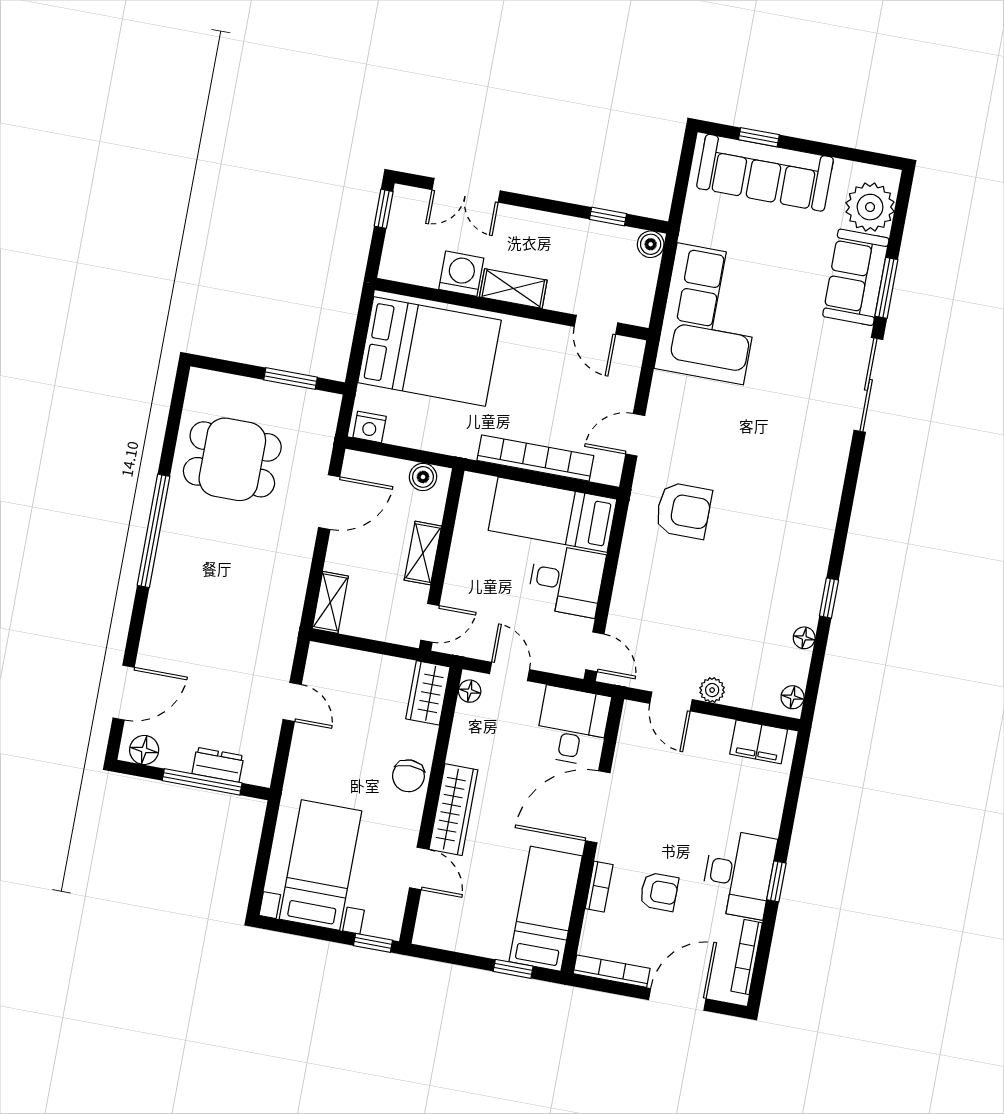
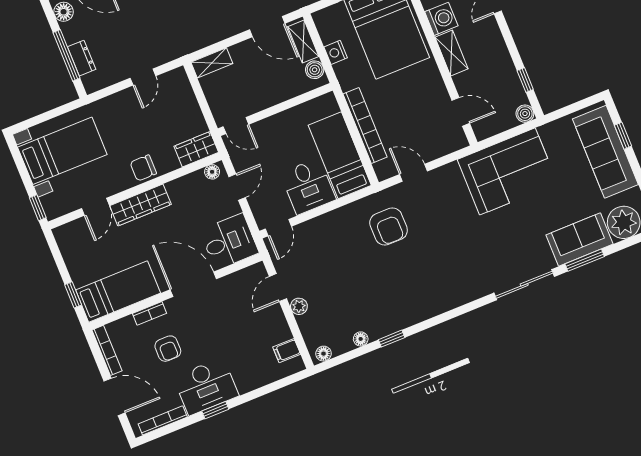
door: (596, 325) -> (461, 112), swing flipped
nightstand: (370, 427) -> (336, 52), moved
shelving: (423, 553) -> (303, 42), moved, turned 90
filing cabinet: (759, 742) -> (287, 351), width x0.50

